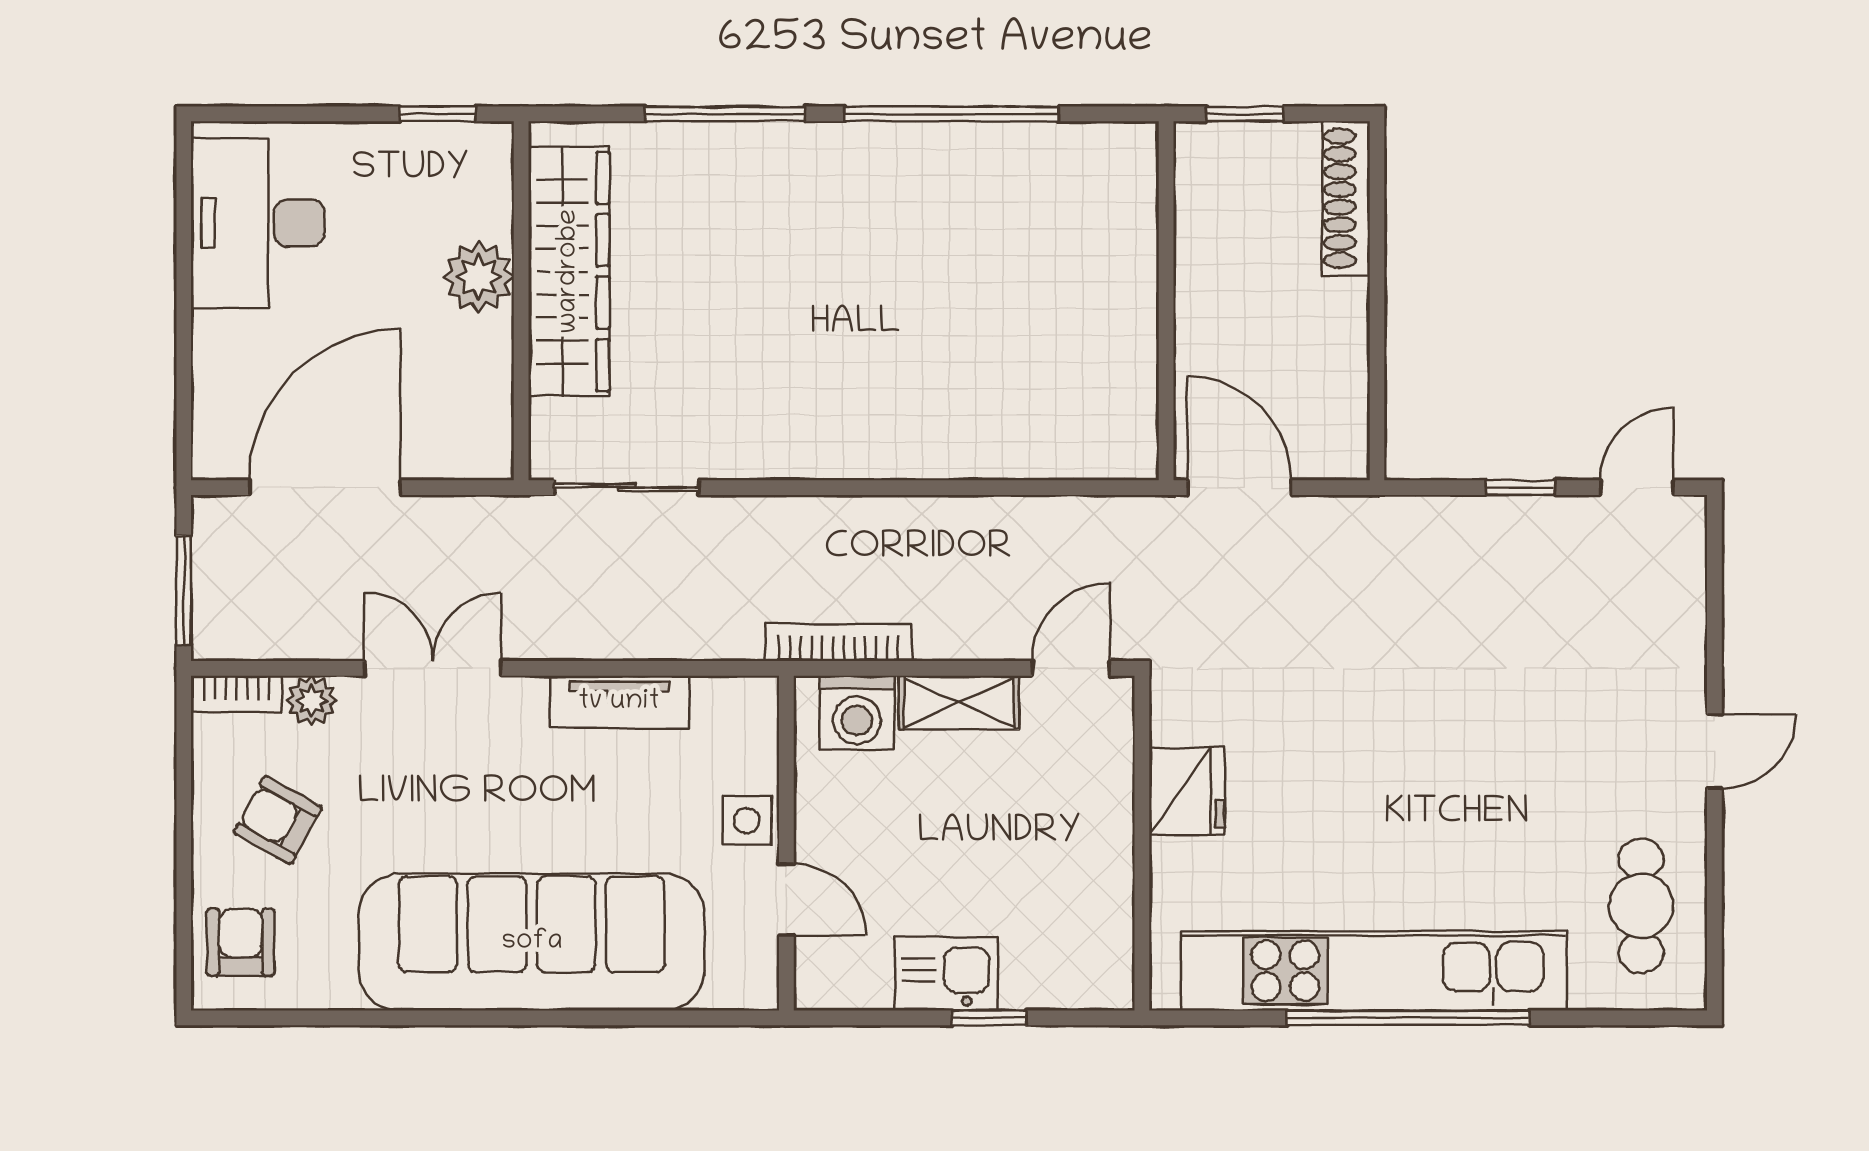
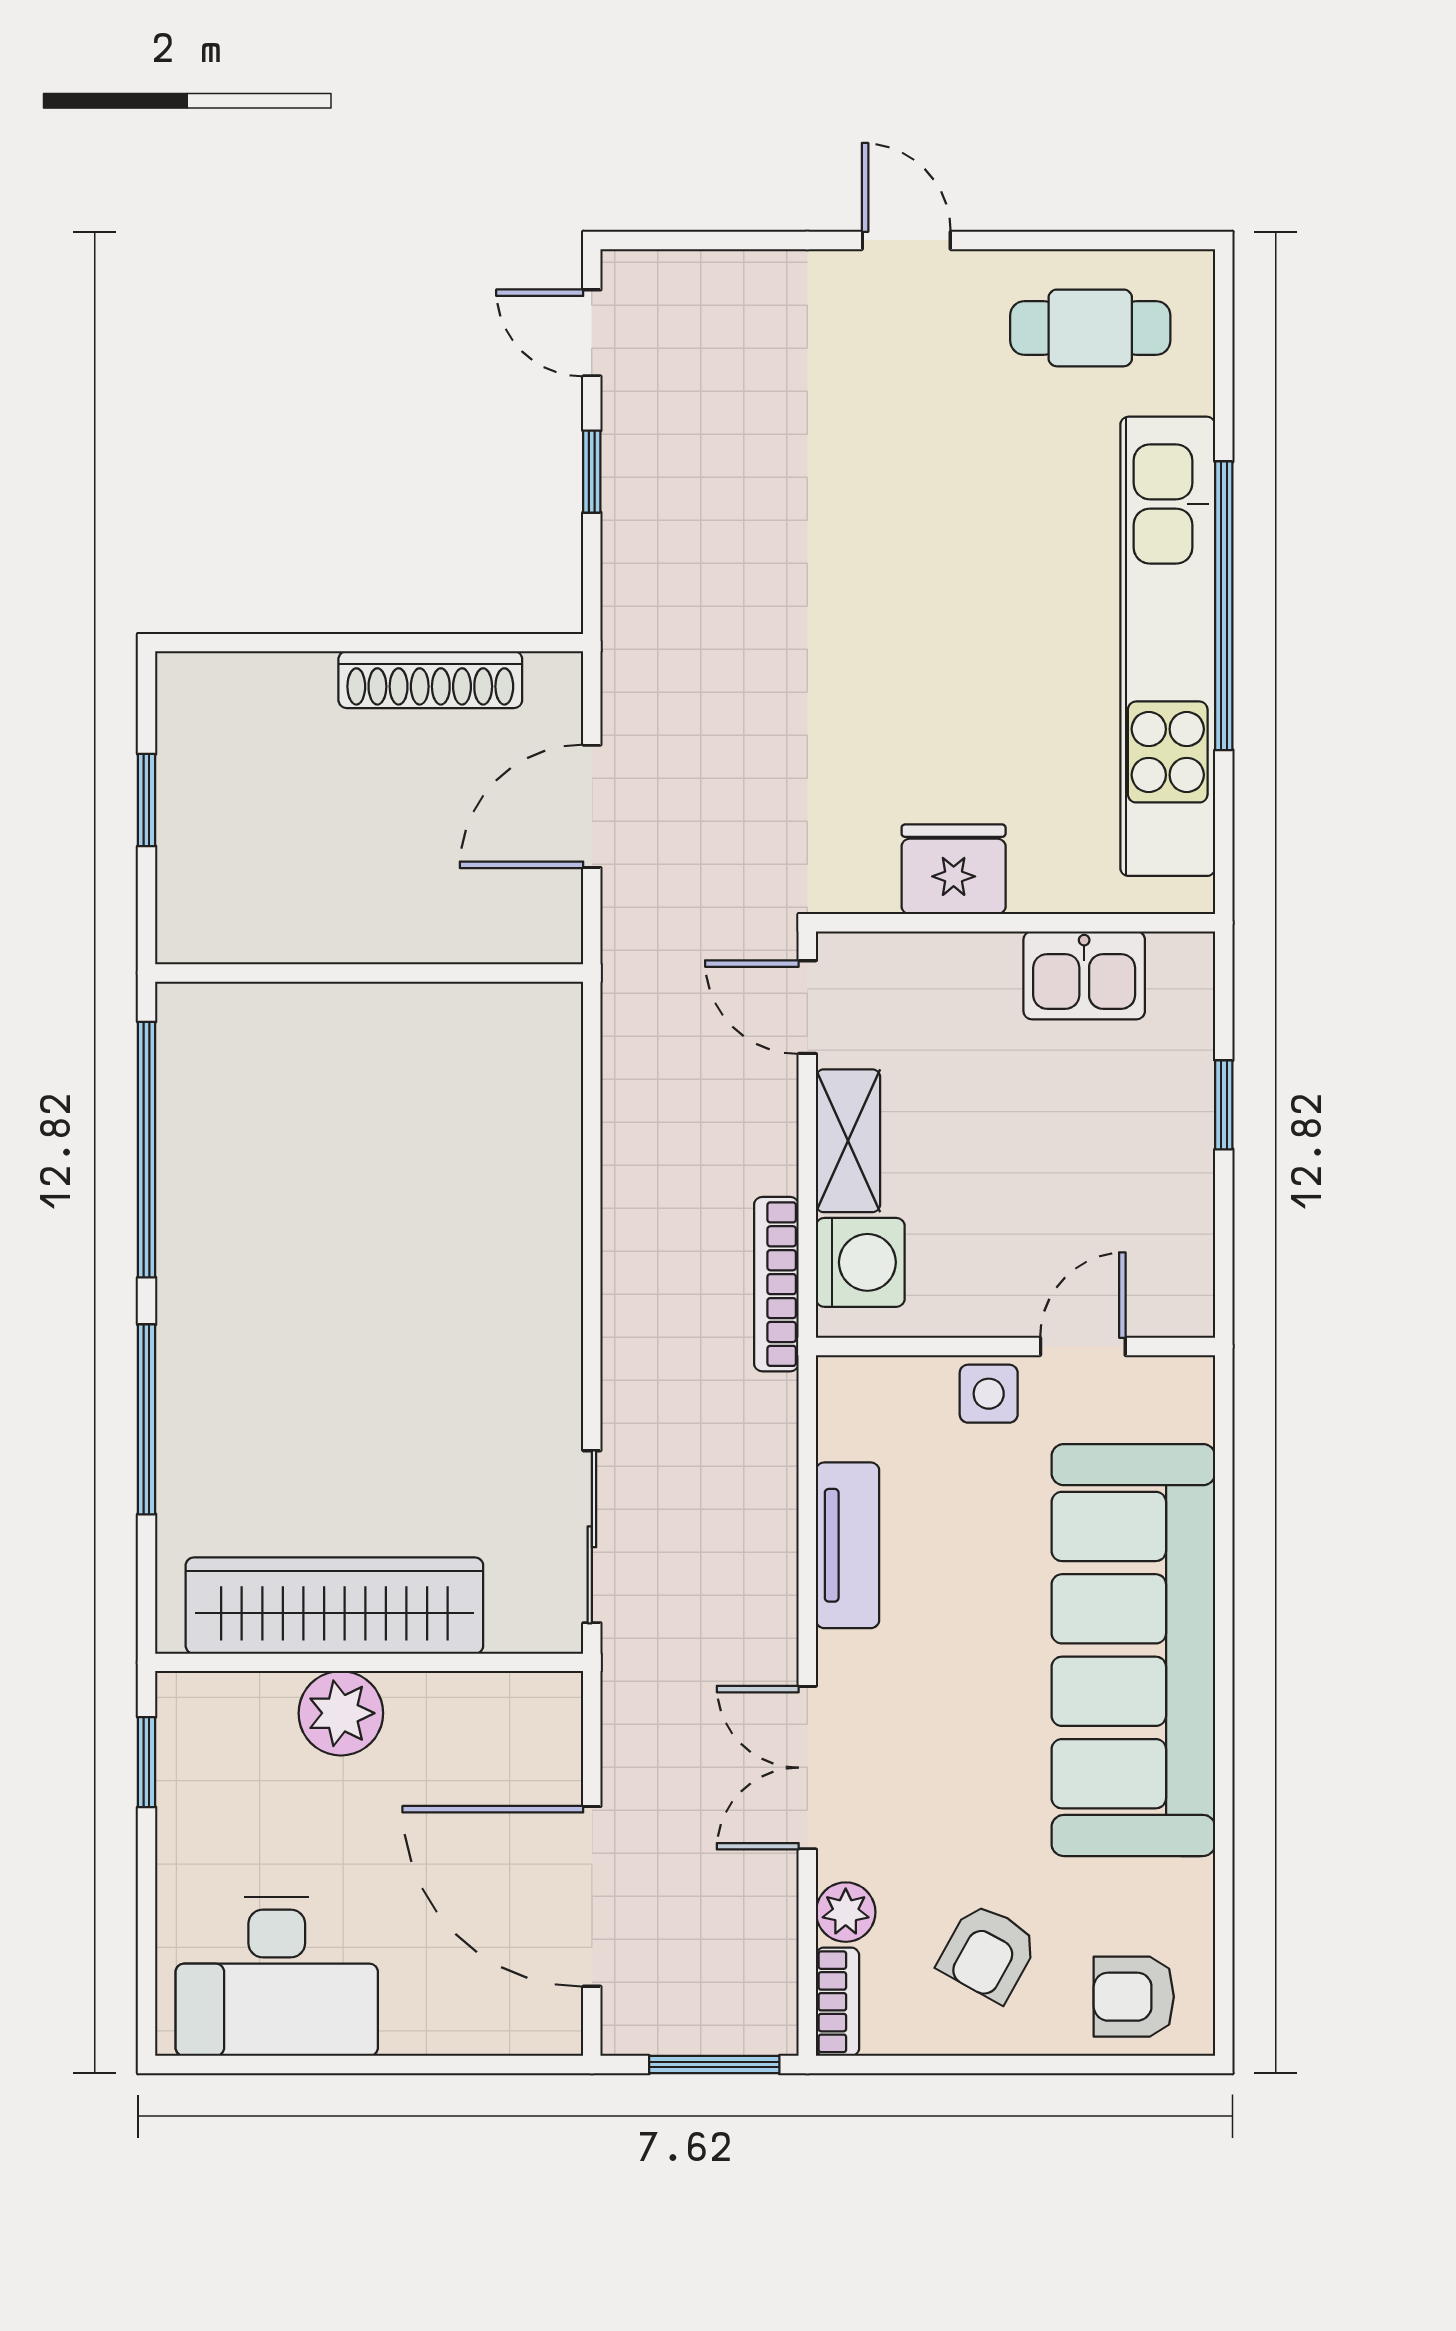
shoe rack: (1346, 198) -> (430, 680), moved
wall: (1166, 301) -> (369, 973), moved
kitchen sink: (946, 974) -> (1084, 975), moved, turned -90

